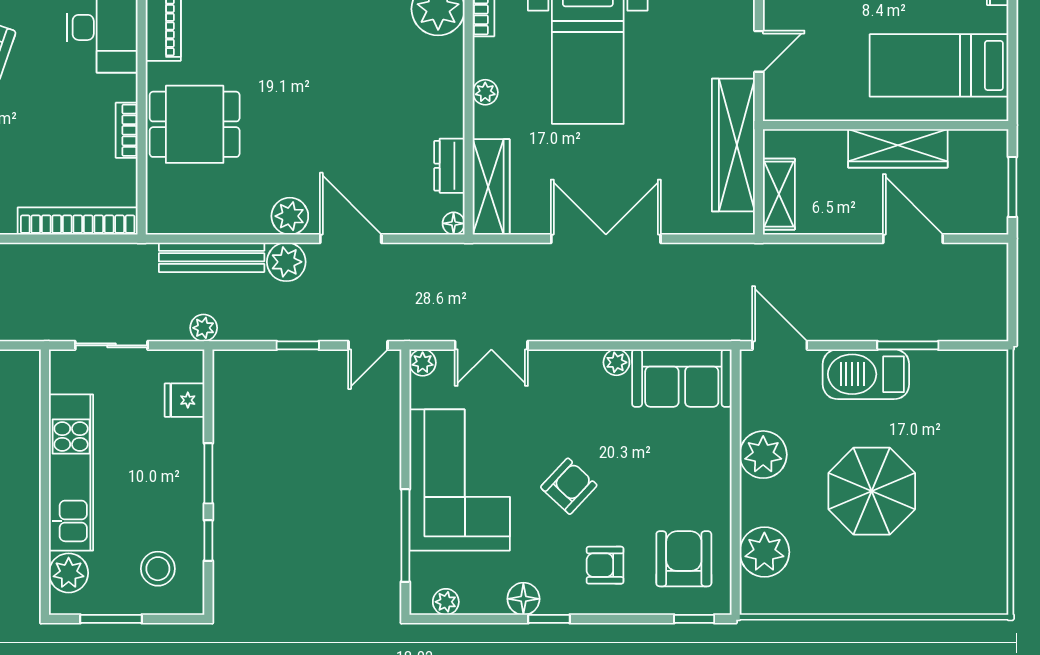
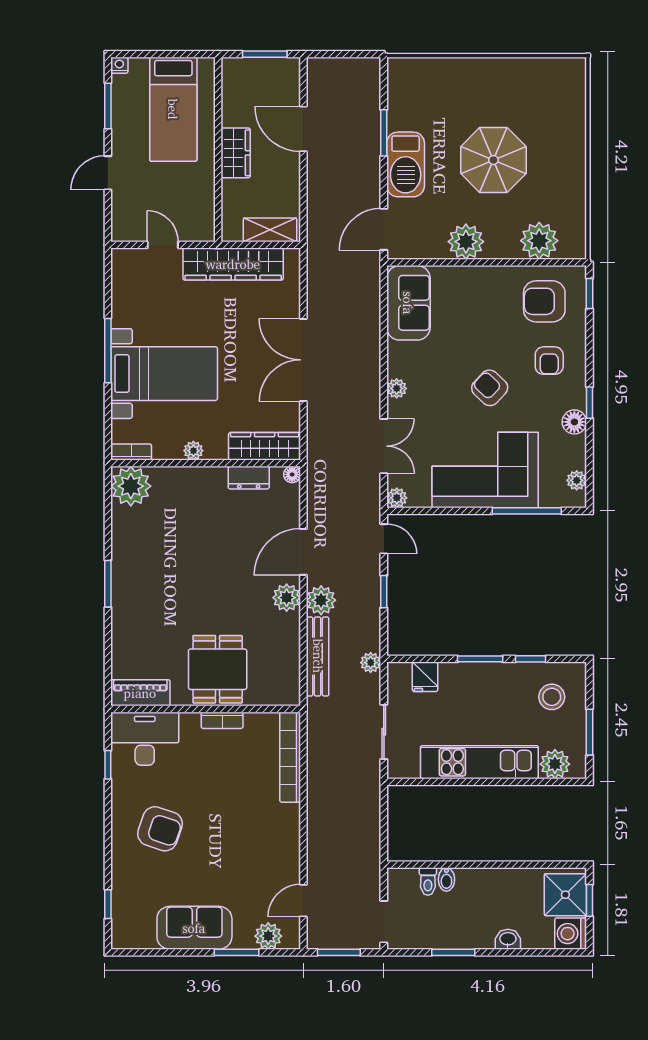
wardrobe: (898, 148) -> (236, 153), width x0.67
door: (913, 239) -> (303, 129), hinge flipped
plant: (616, 362) -> (397, 388), moved

